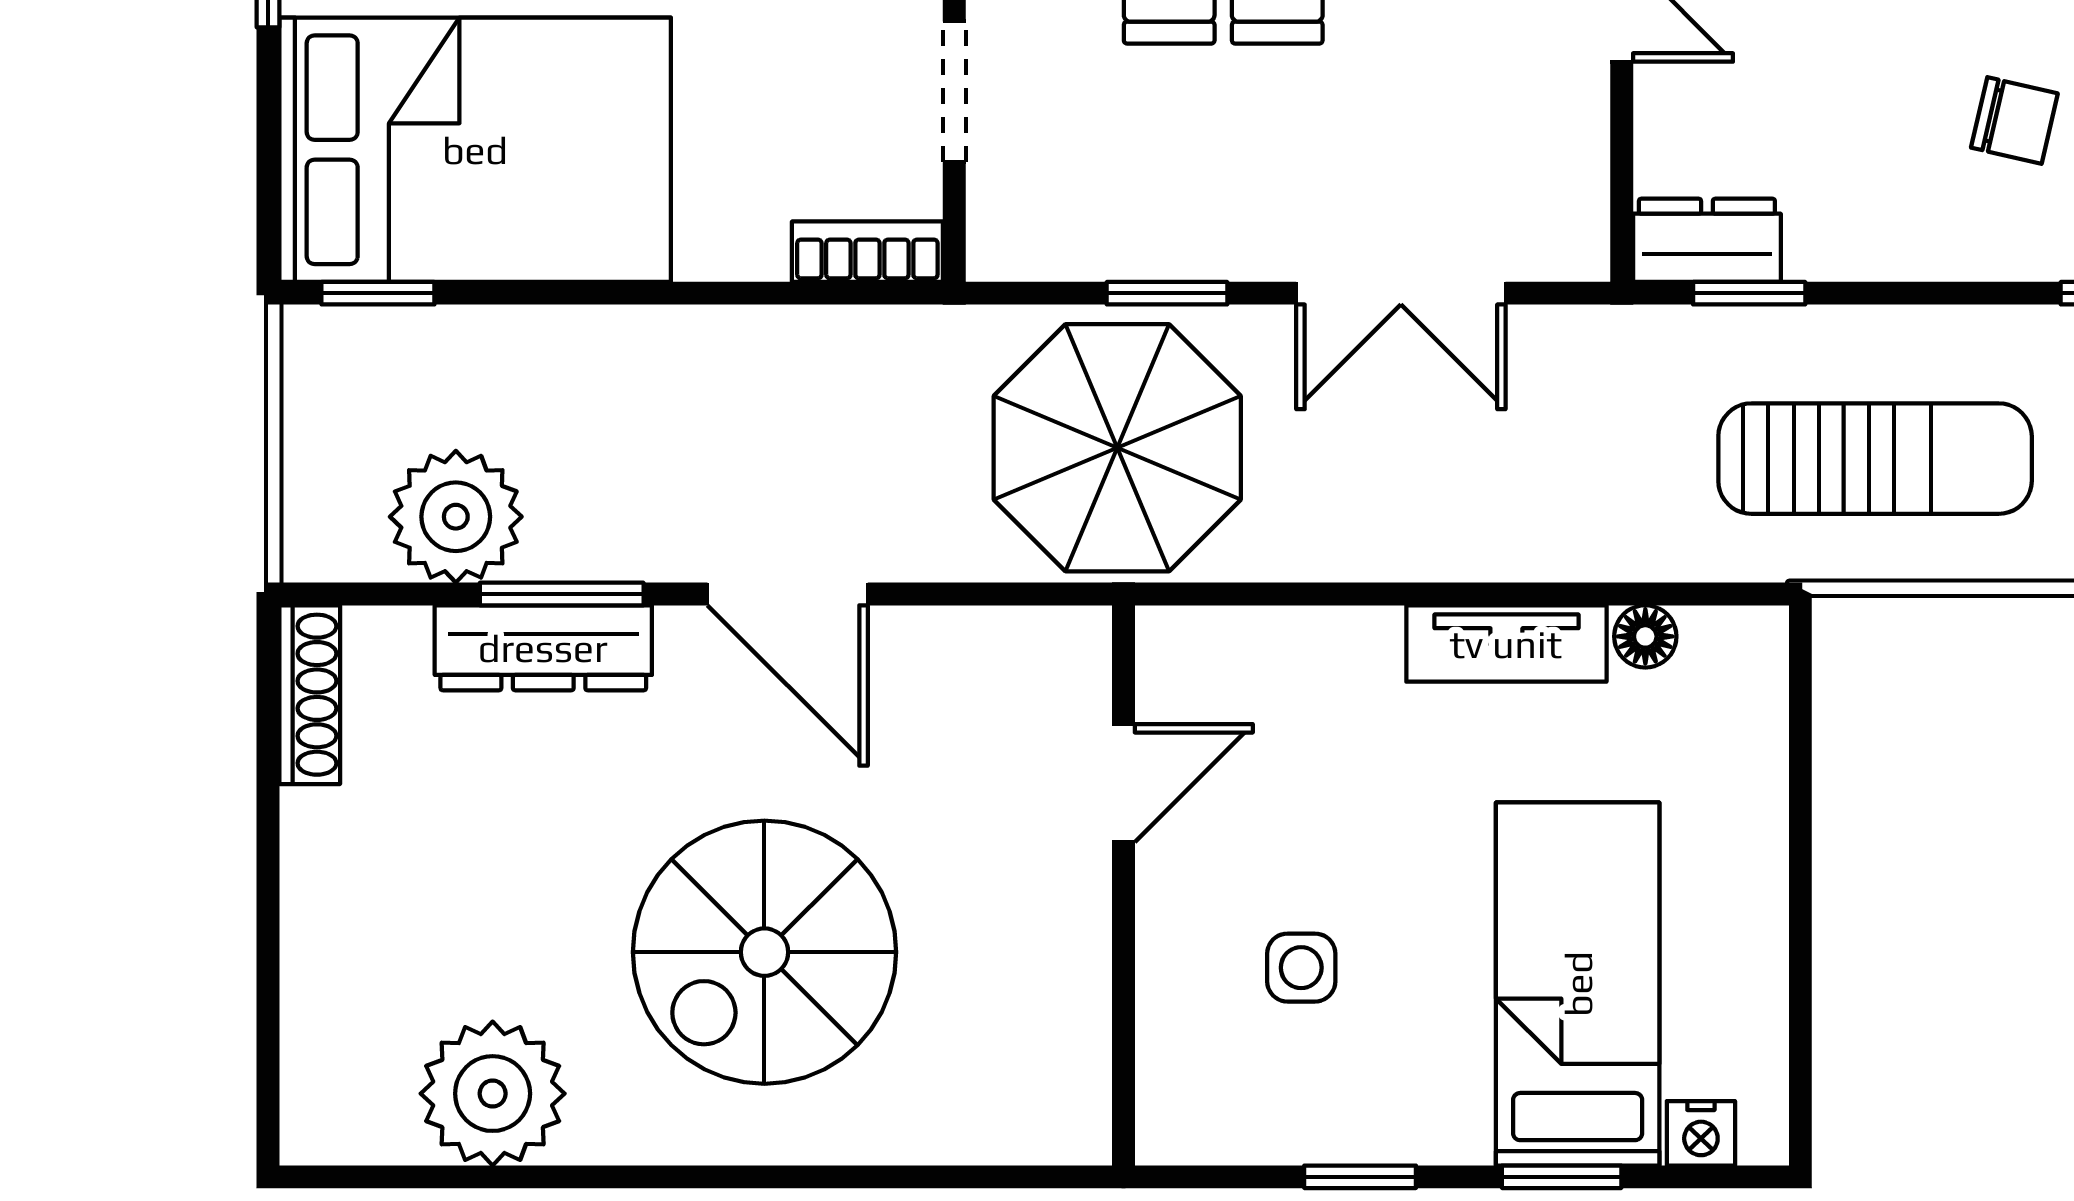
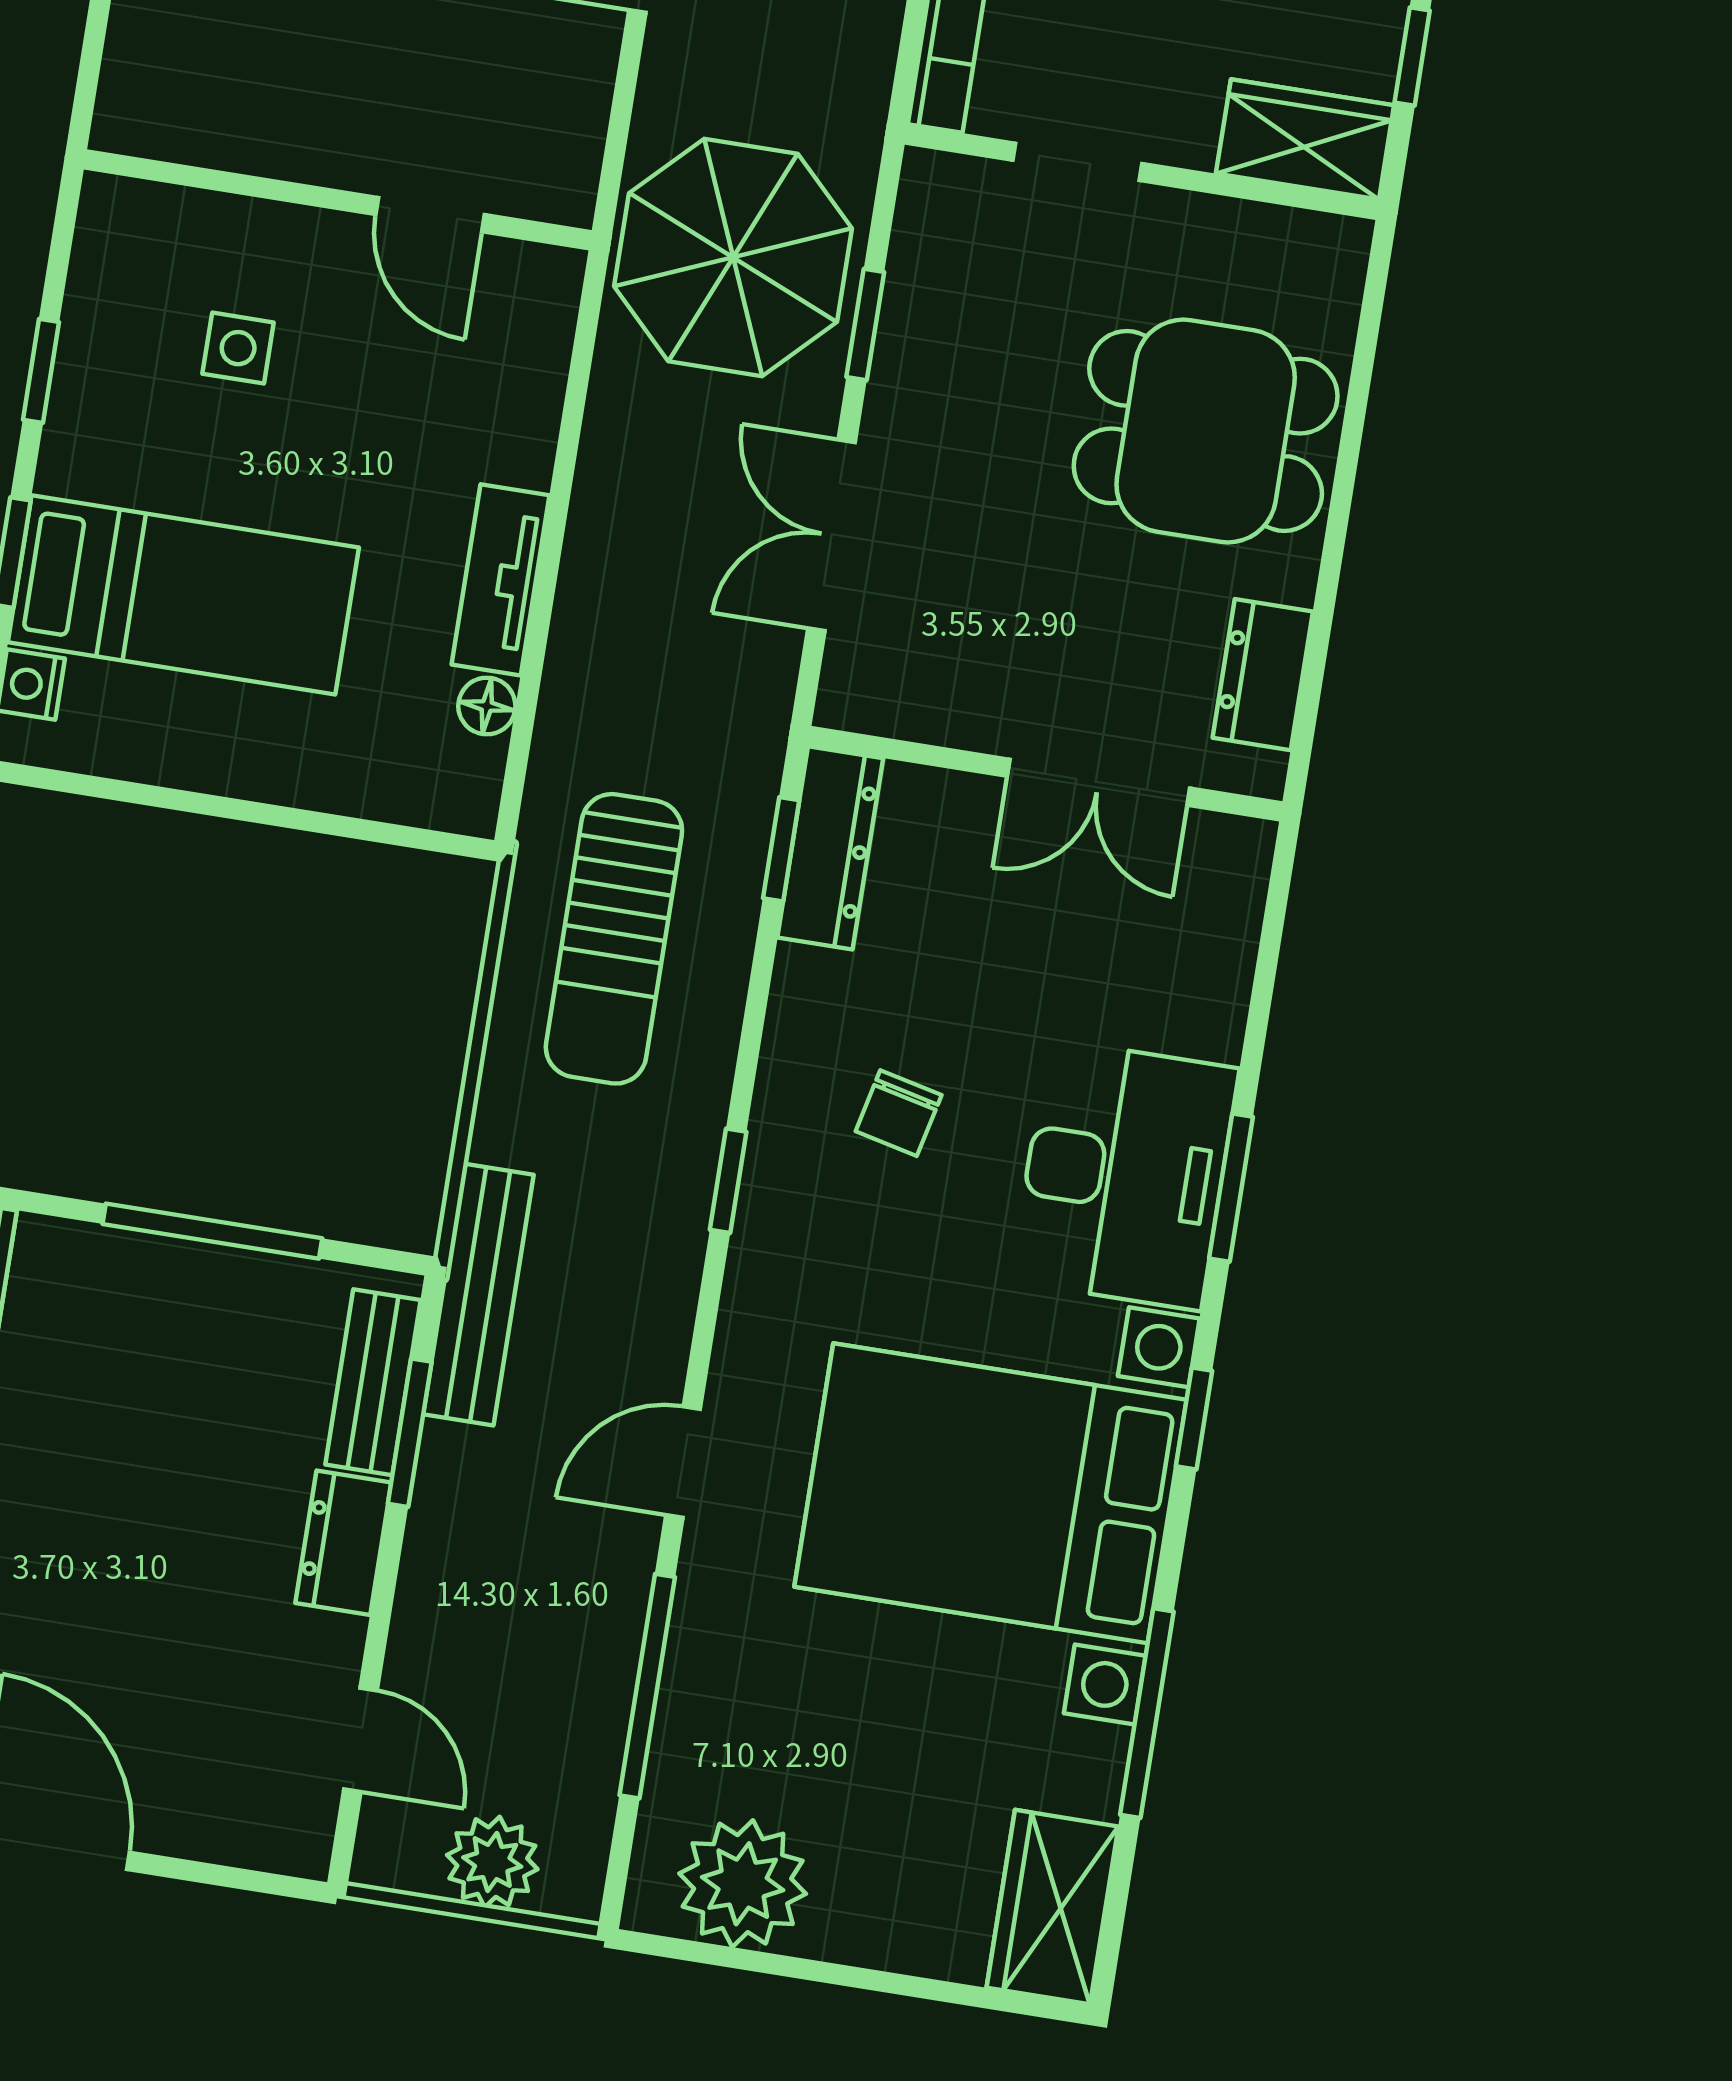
dresser: (1707, 240) -> (830, 848), width x1.44

